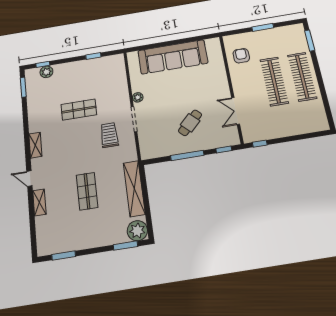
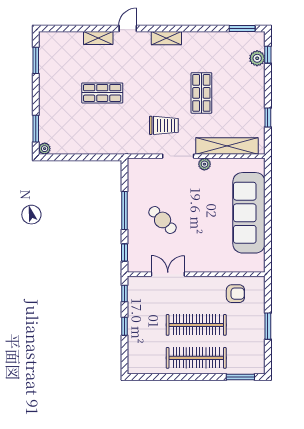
window: (289, 139) -> (124, 326), added
shelving: (134, 188) -> (227, 146), moved
plant: (137, 231) -> (45, 149), width x0.53, depth x0.53

